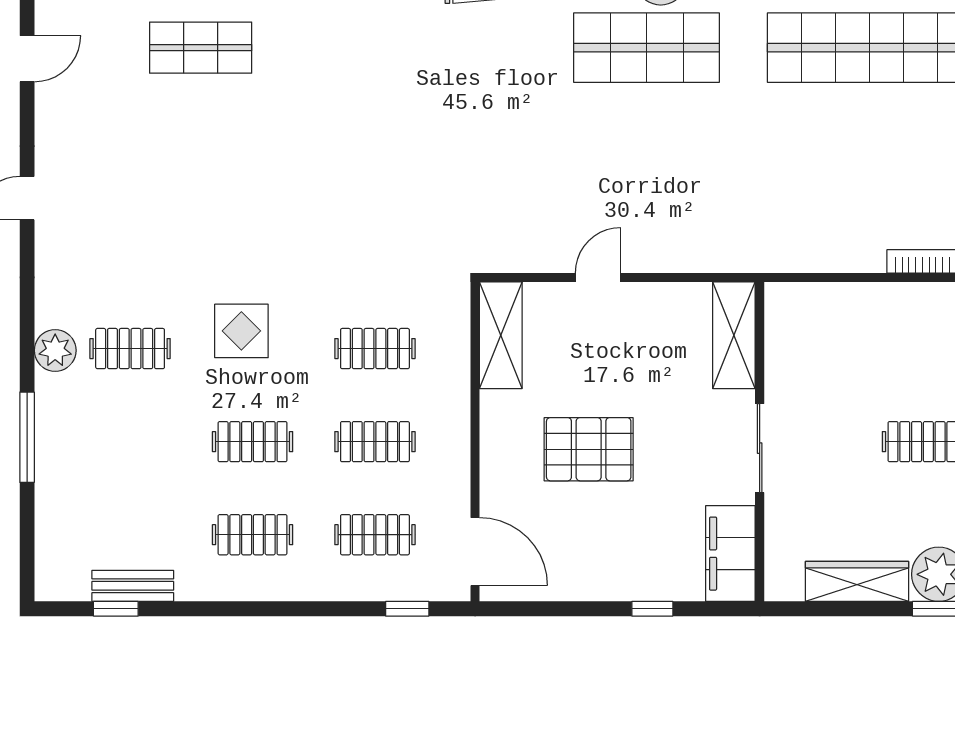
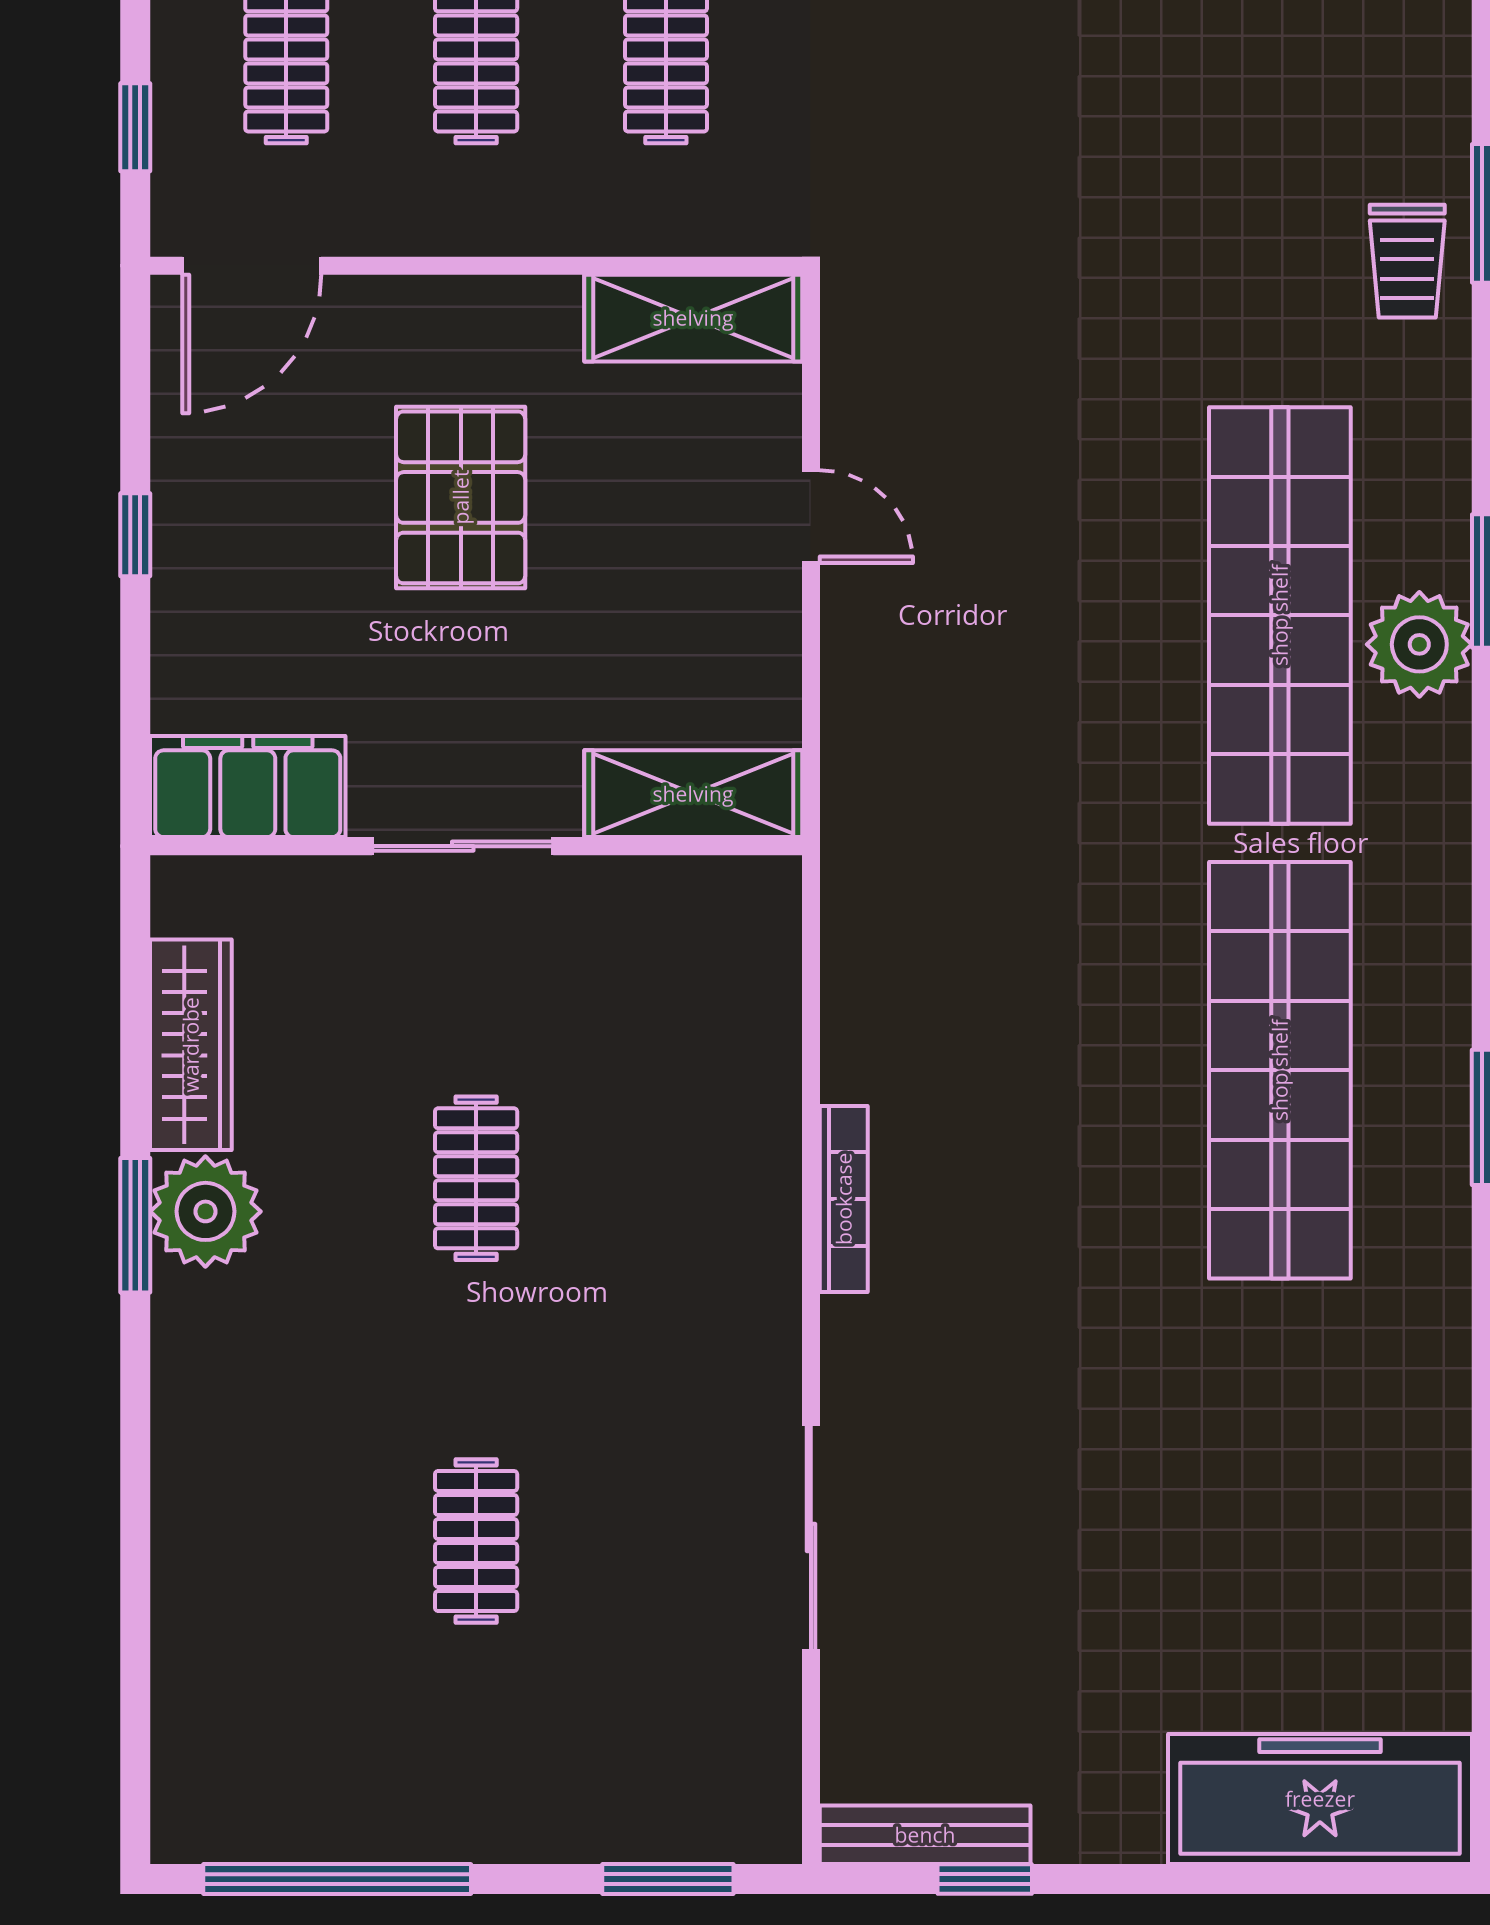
shop shelf: (647, 48) -> (1280, 615), width x1.40
window: (652, 609) -> (135, 535), moved

